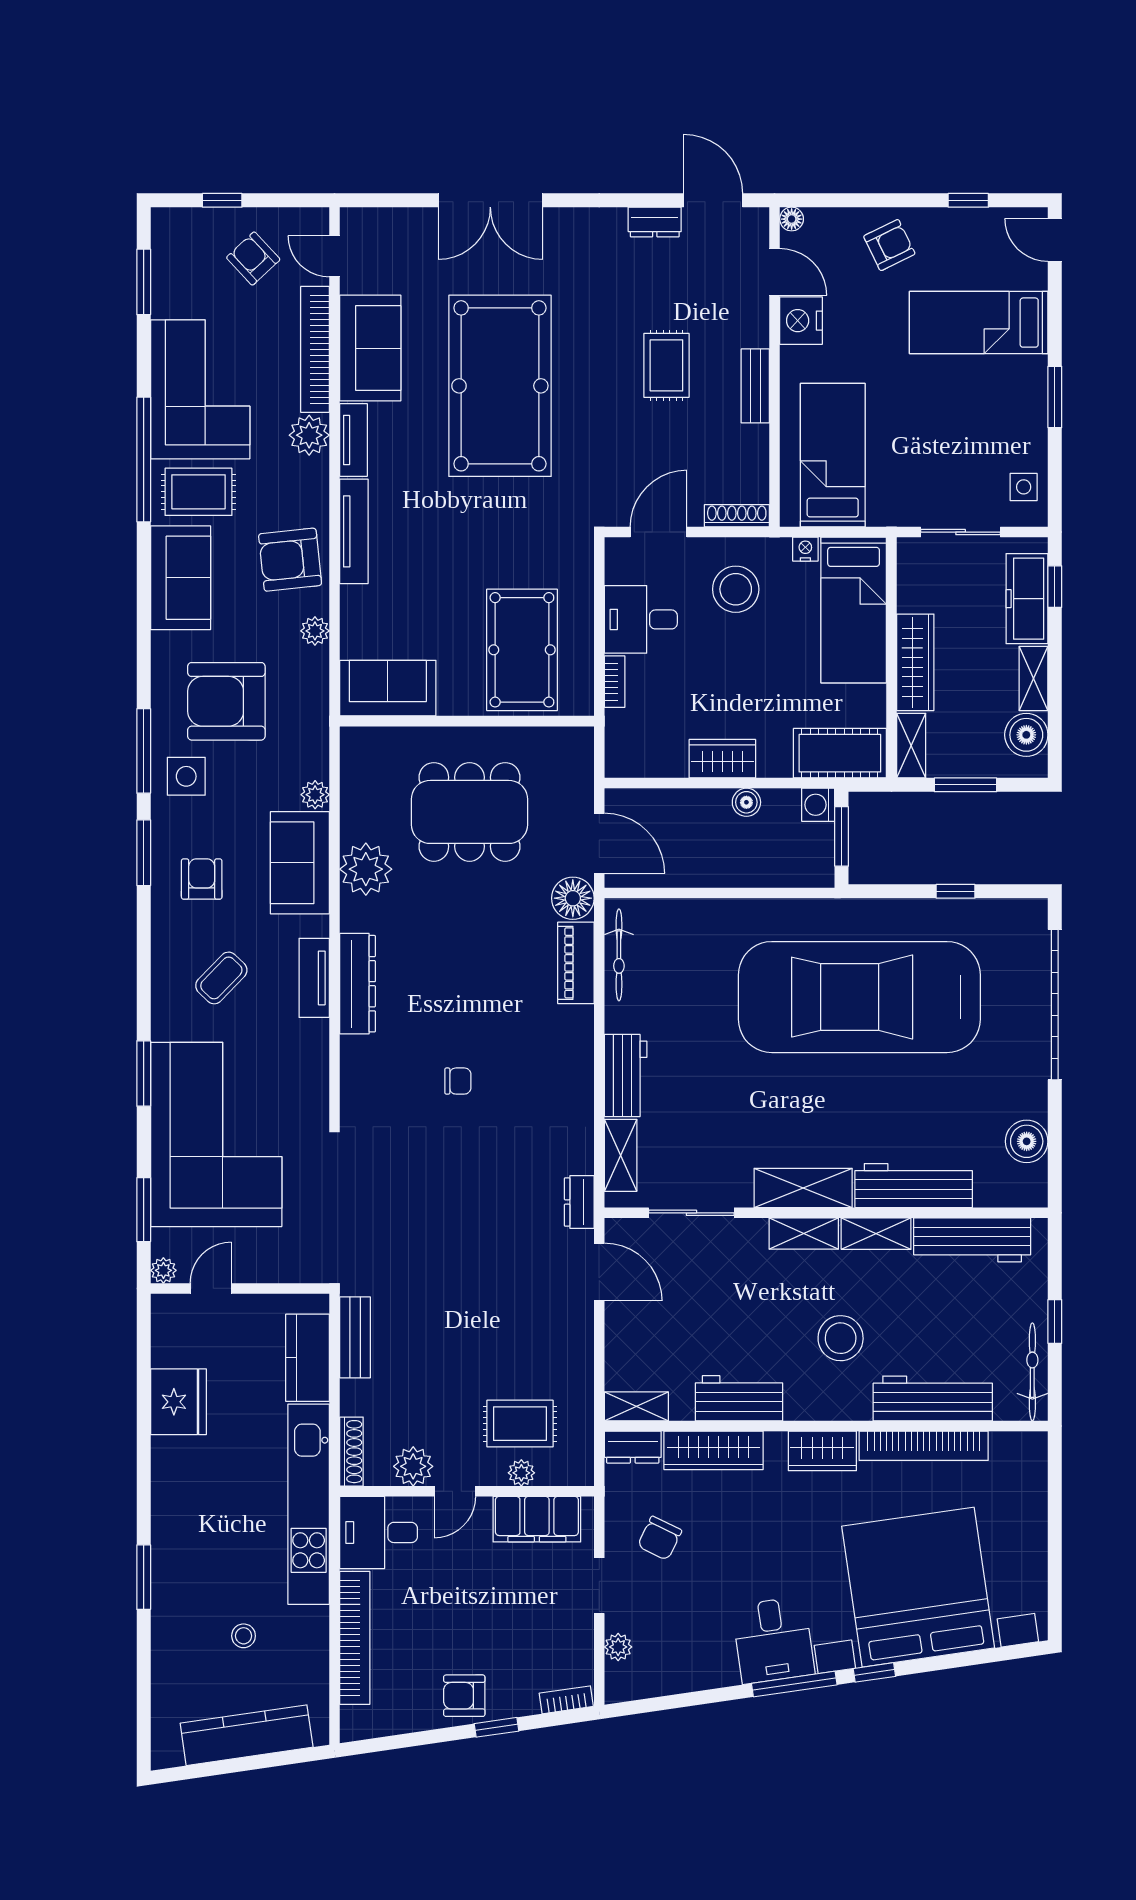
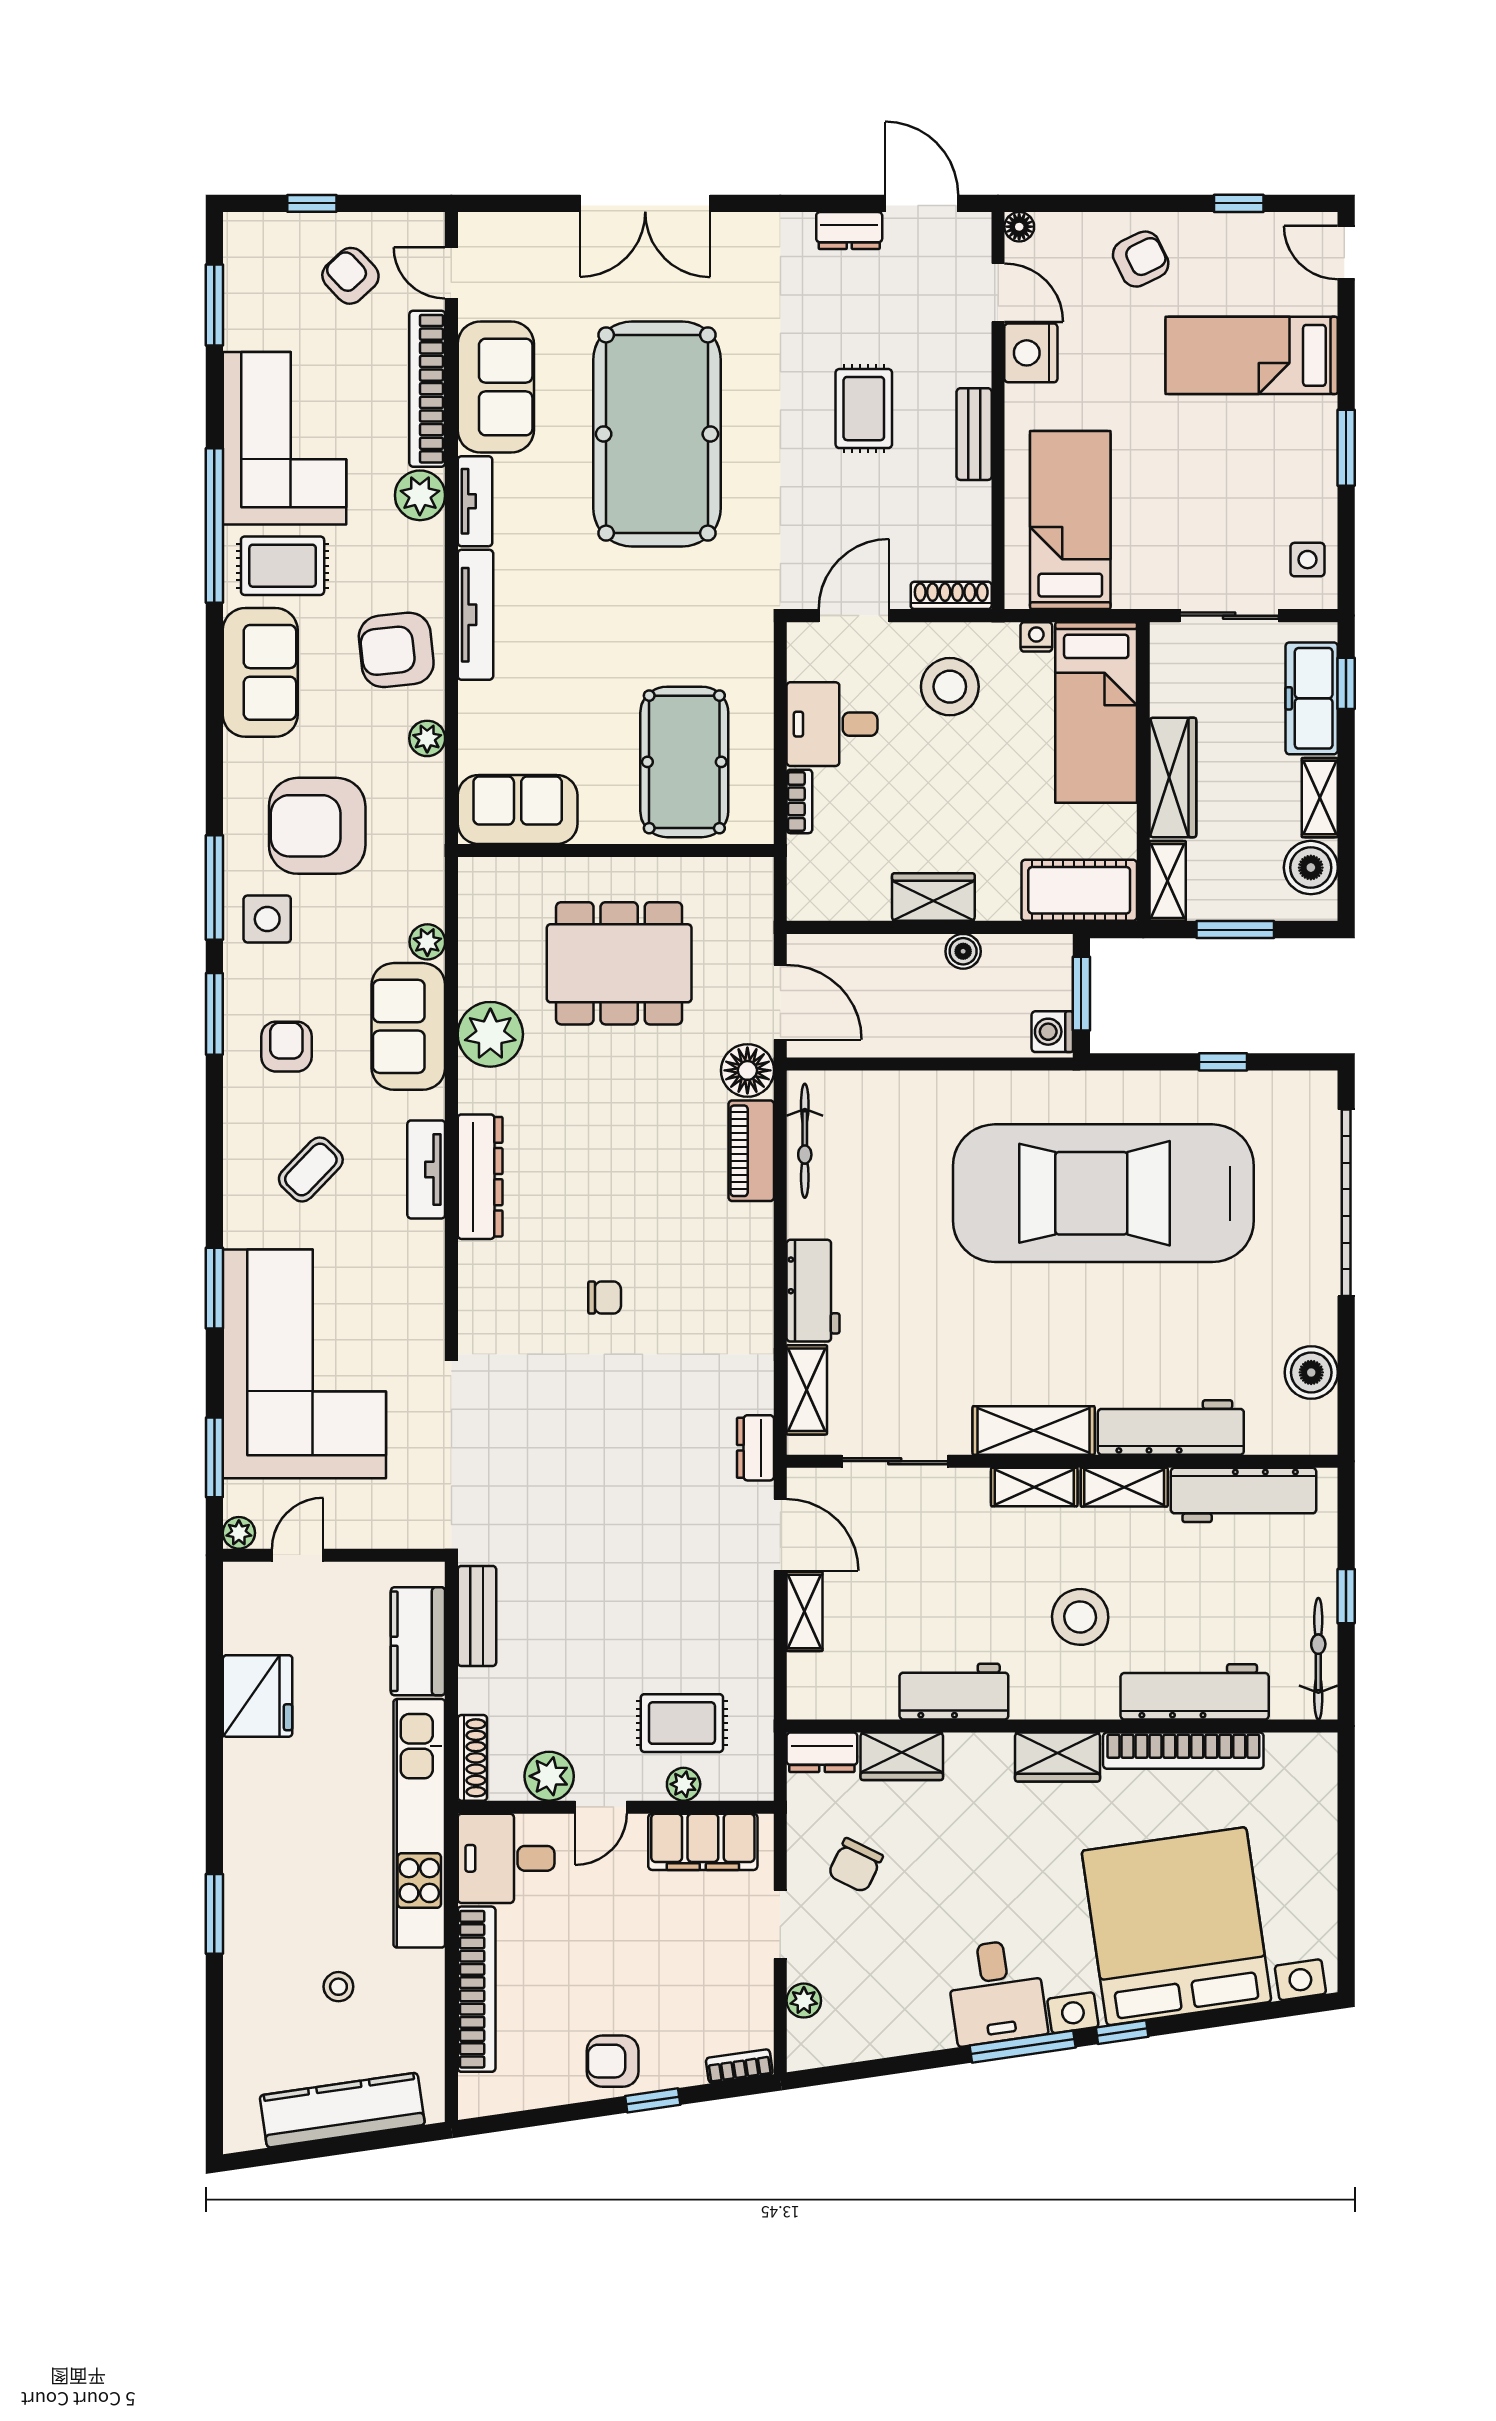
washing machine: (818, 805) -> (1052, 1032), moved
shelving: (636, 1406) -> (805, 1611), moved, turned 90
wardrobe: (714, 1450) -> (902, 1756), width x0.67

